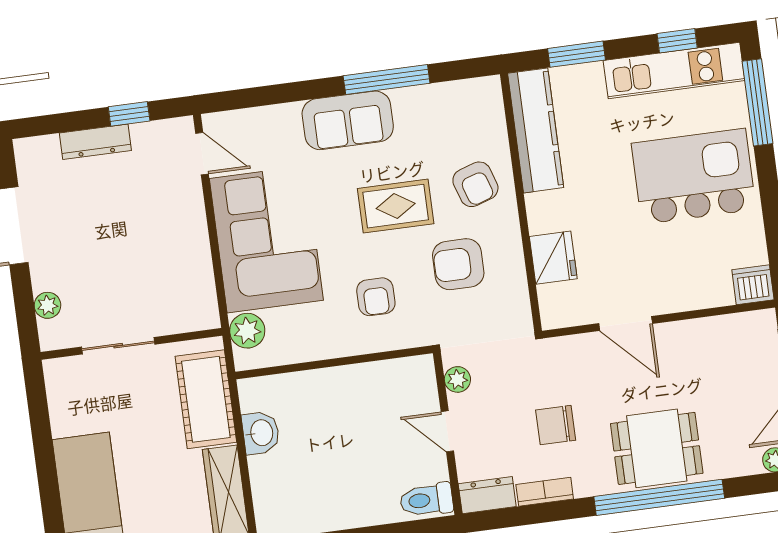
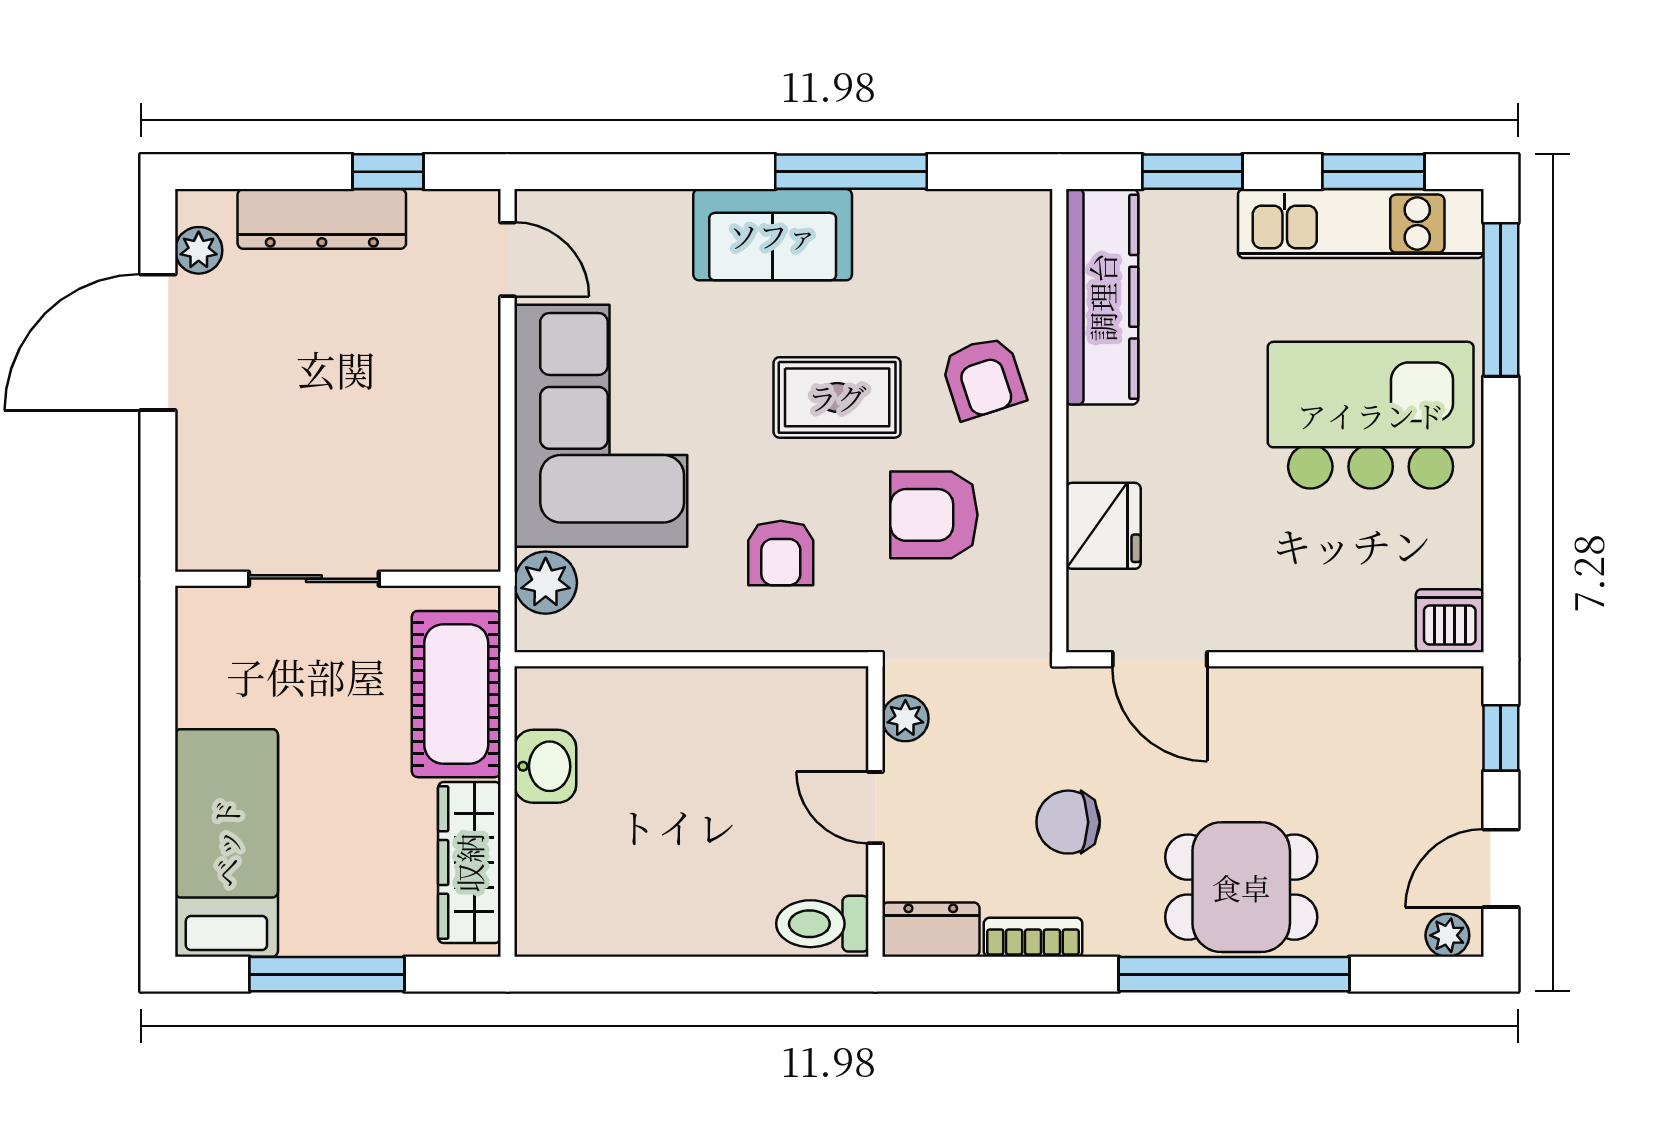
window: (677, 41) -> (1373, 172), width x1.50
dresser: (95, 142) -> (322, 219), width x1.37, depth x1.24
plant: (48, 305) -> (199, 250), moved
door: (626, 324) -> (1160, 659), moved

